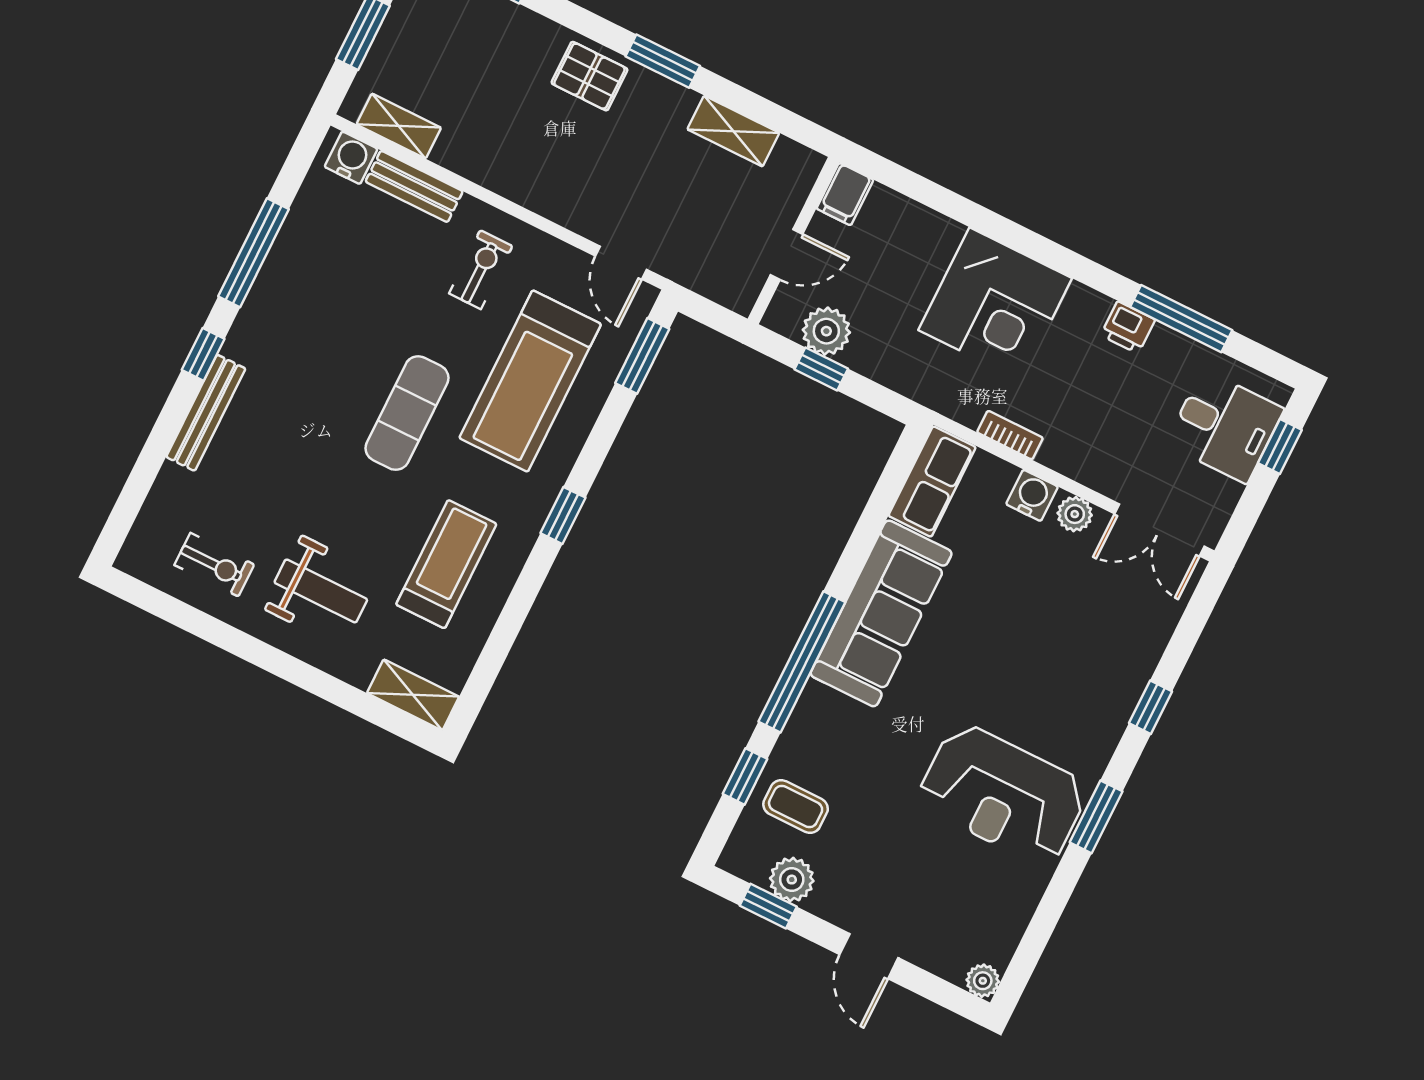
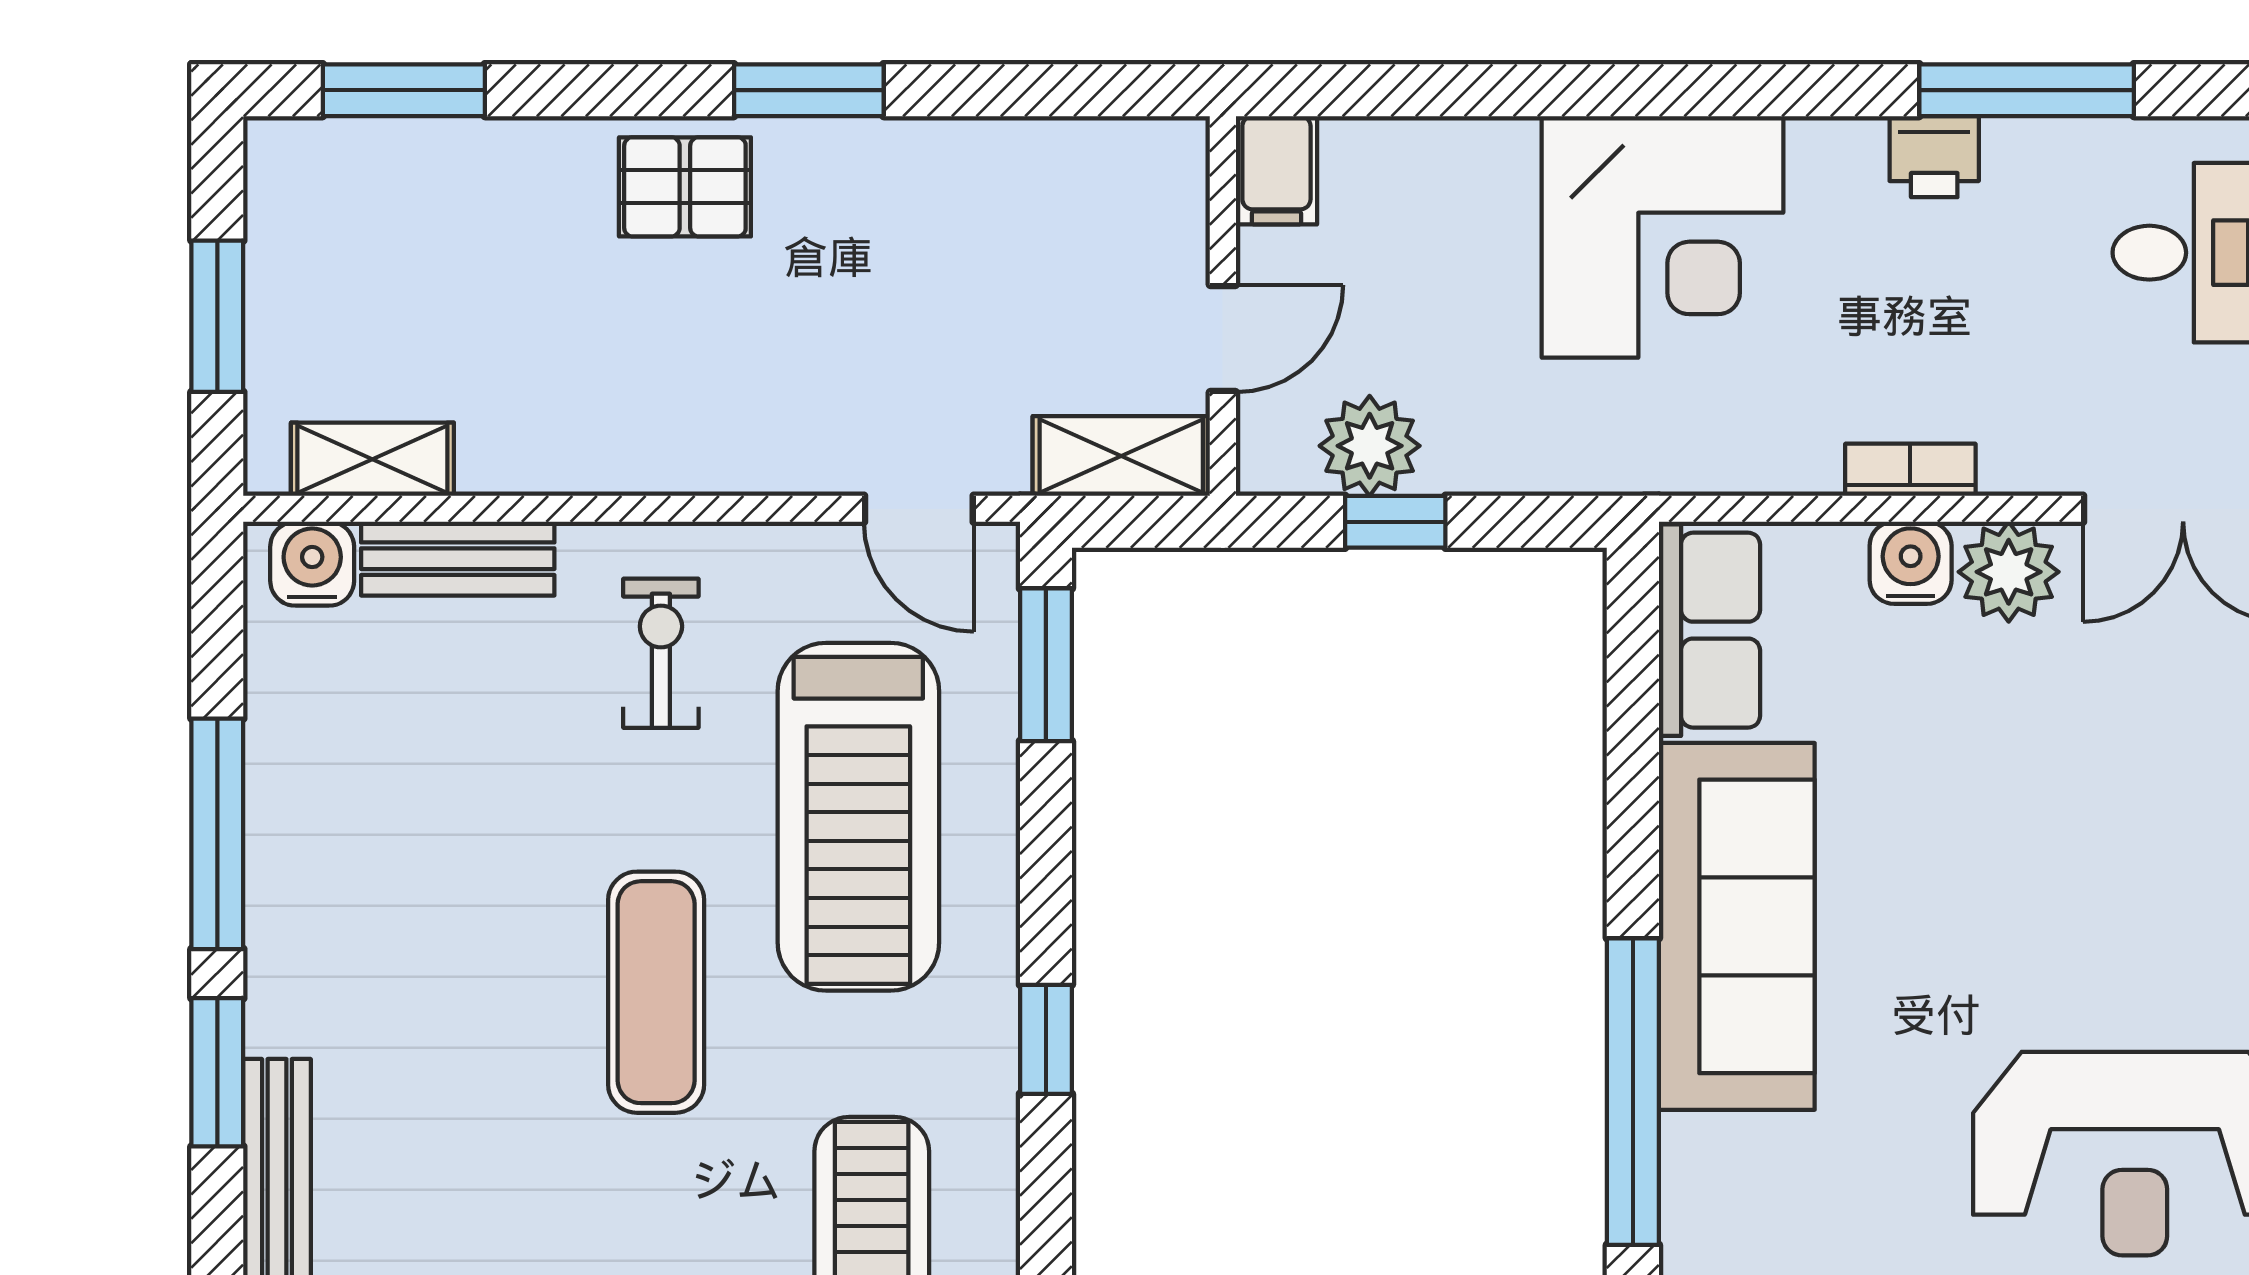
shelving: (733, 131) -> (1121, 456), moved
window: (203, 354) -> (217, 1072), width x1.50
bookcase: (1010, 435) -> (1910, 470), moved
plant: (1075, 514) -> (2009, 572), width x1.38, depth x1.38

